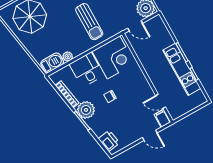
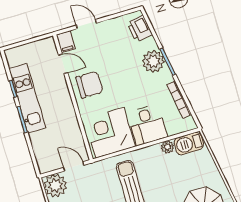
chair: (110, 96) -> (89, 85), moved, width x1.87, depth x1.87
plant: (86, 110) -> (153, 61), moved

